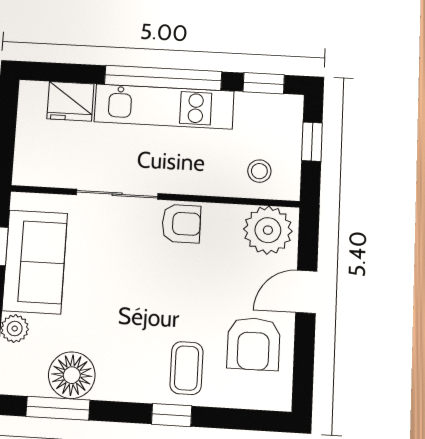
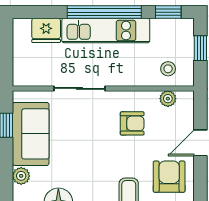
armchair: (181, 224) -> (132, 123), moved
plant: (268, 230) -> (168, 99), width x0.53, depth x0.53
armchair: (253, 344) -> (169, 177), turned 180

